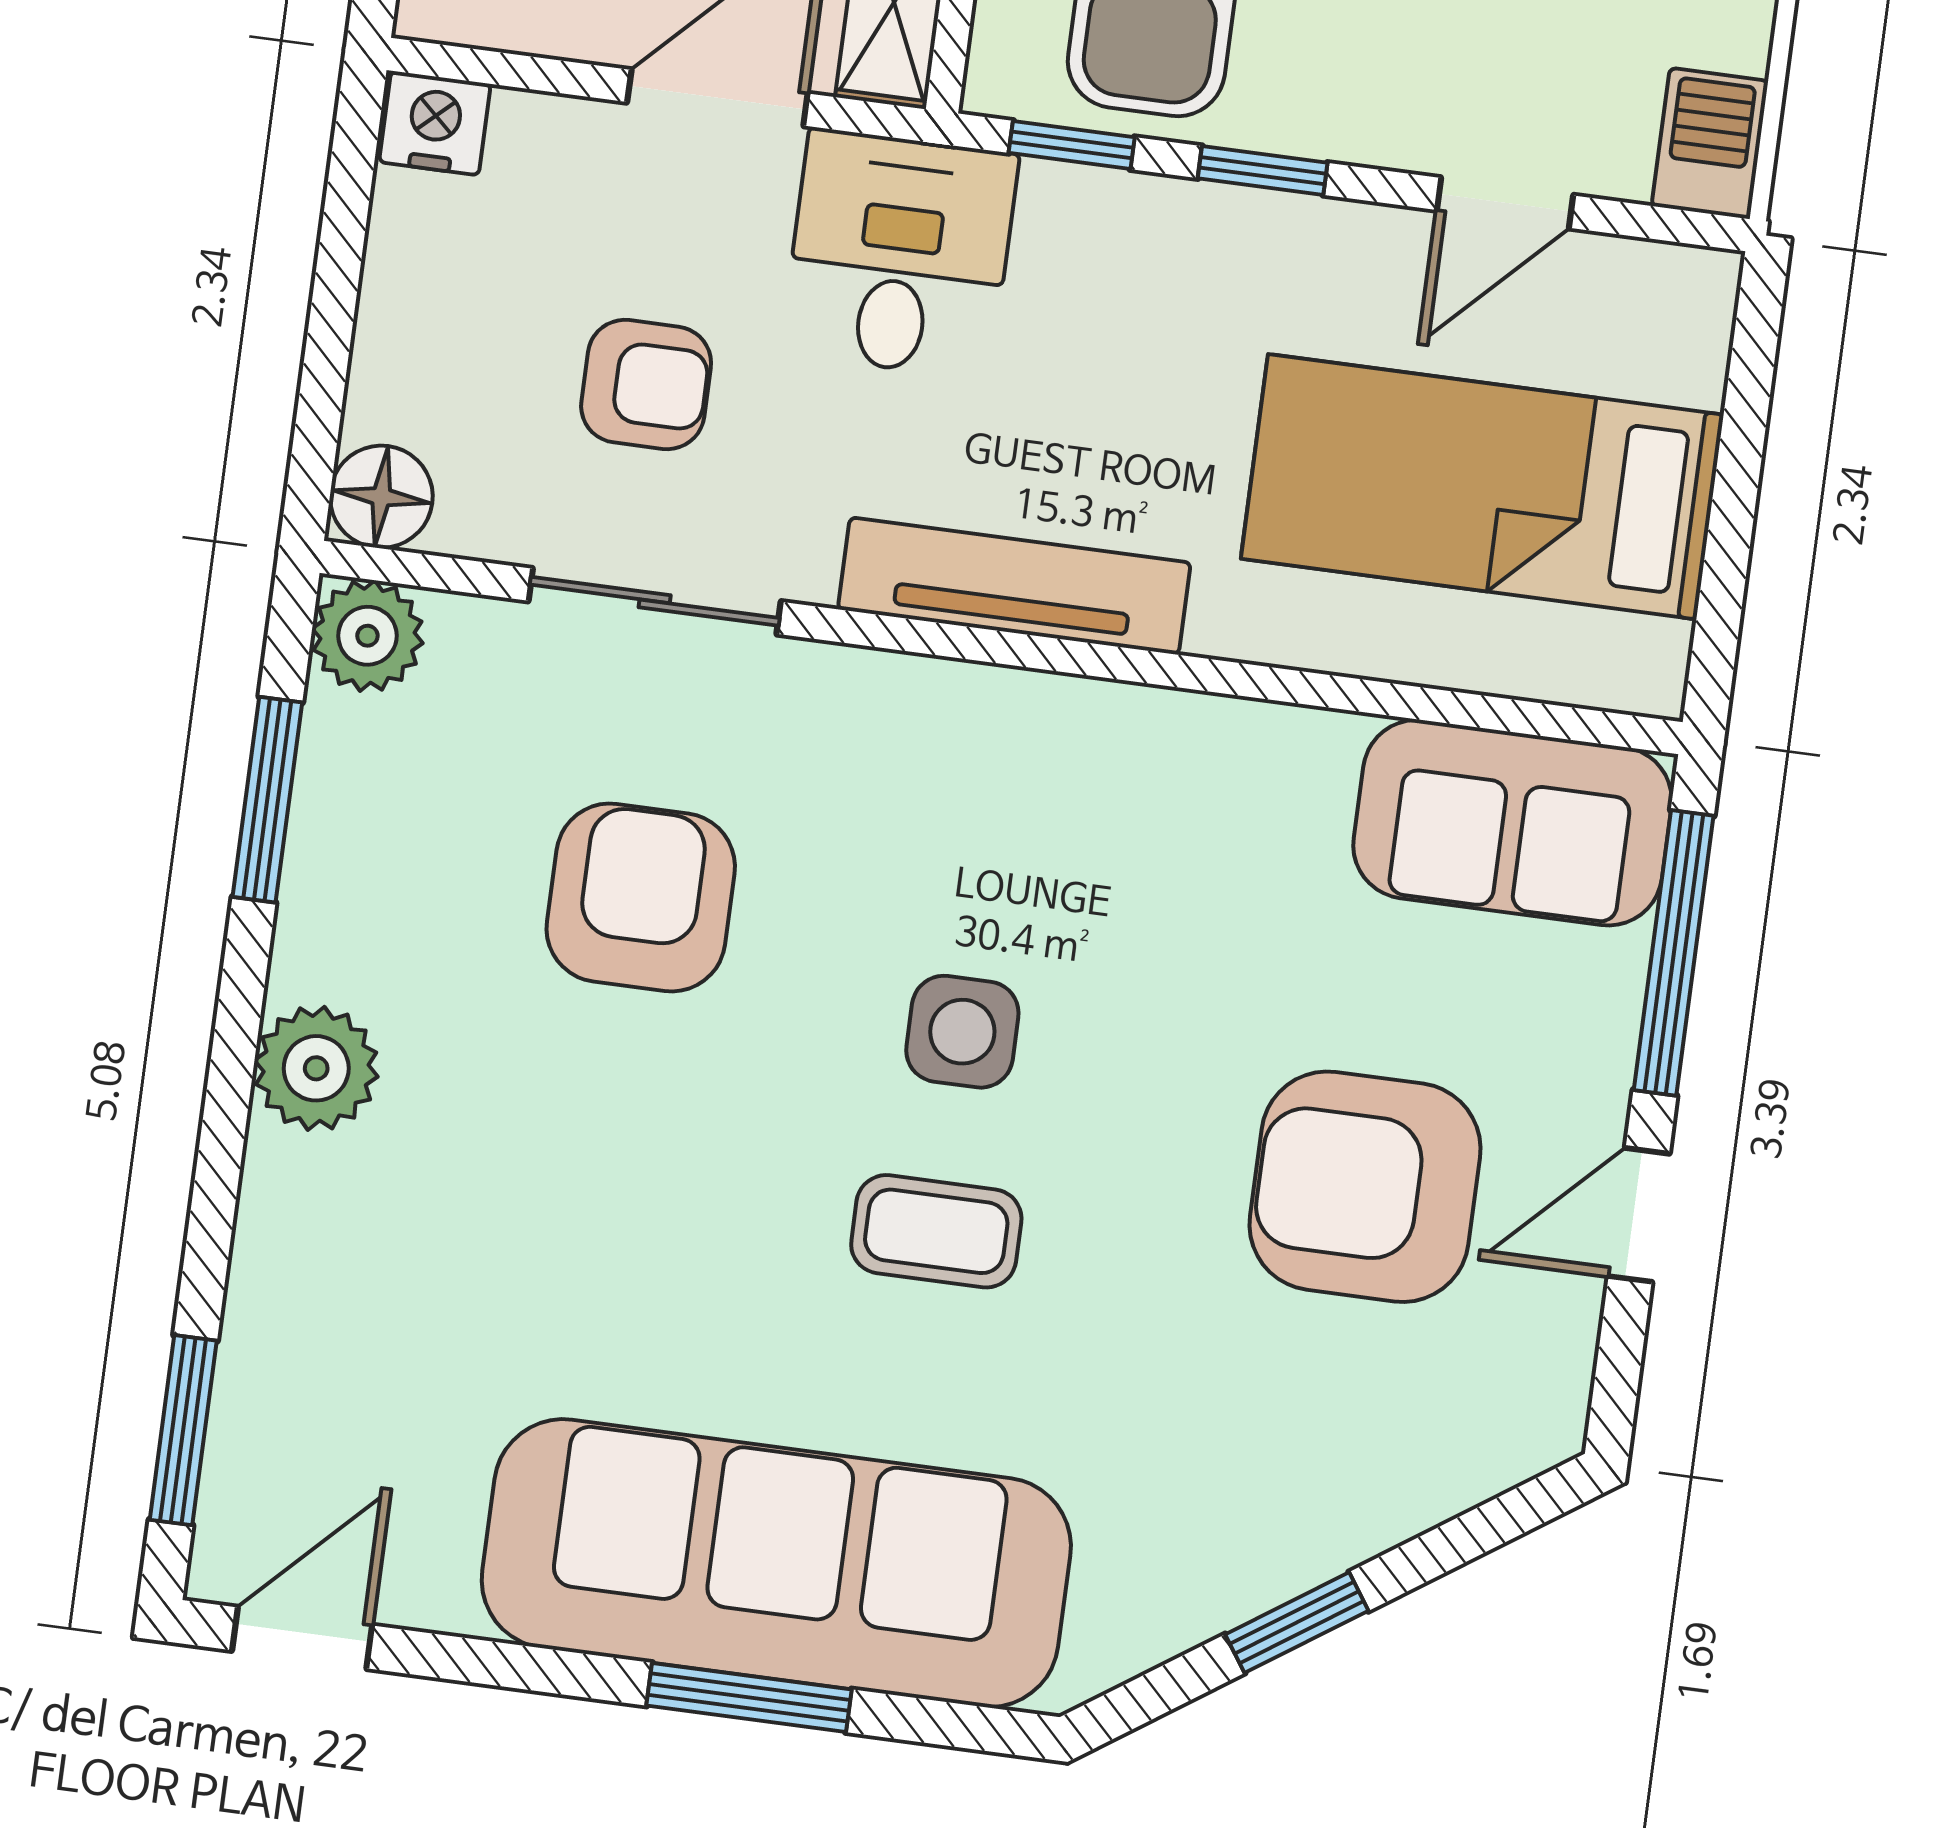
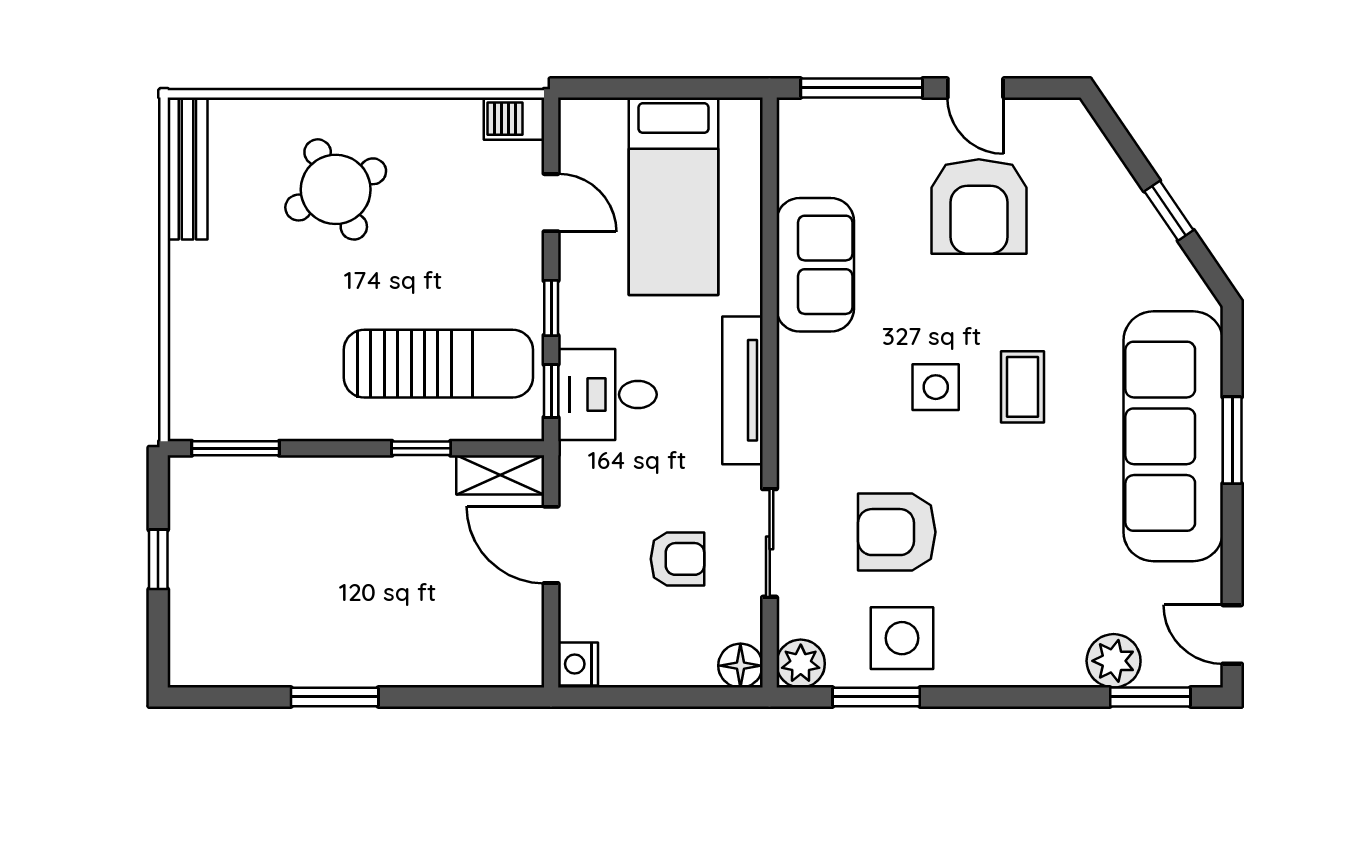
desk: (900, 254) -> (607, 395), moved
armchair: (646, 385) -> (678, 559), turned 90
sofa: (1513, 823) -> (815, 265), moved
side table: (395, 877) -> (902, 638), added
plant: (316, 1068) -> (1114, 661), moved

